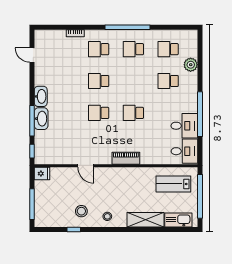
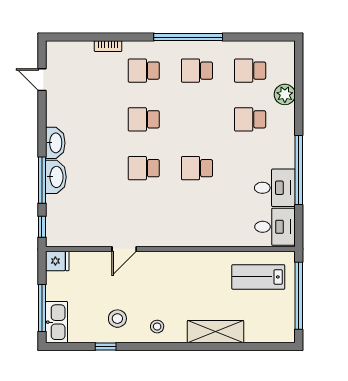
piano: (126, 158) -> (185, 237), removed
door: (86, 166) -> (124, 249), hinge flipped
kitchen sink: (178, 220) -> (57, 322), moved, turned 90

